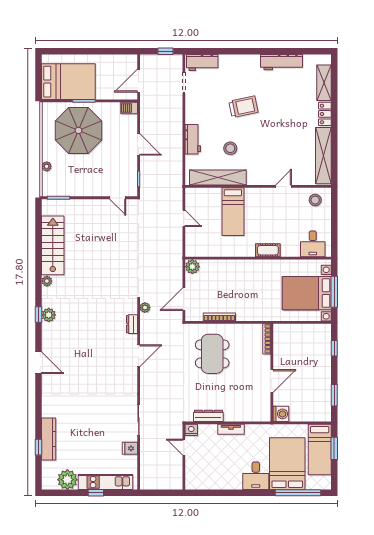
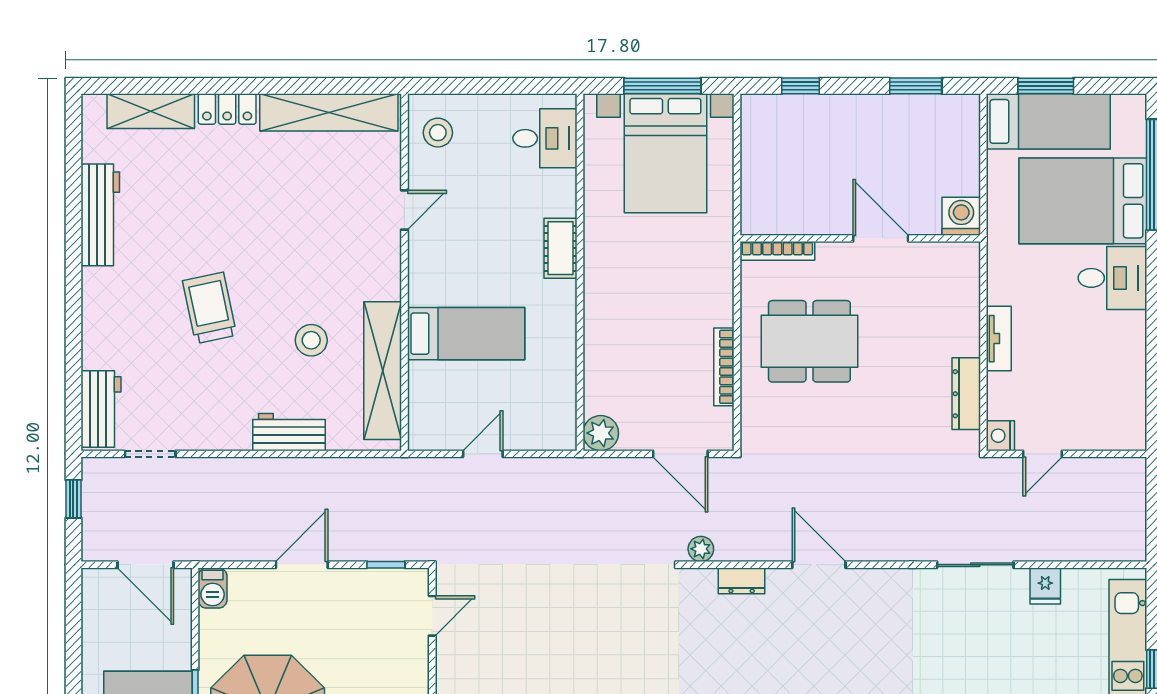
door: (283, 186) -> (404, 210), swing flipped
dining table: (212, 354) -> (809, 341), moved

